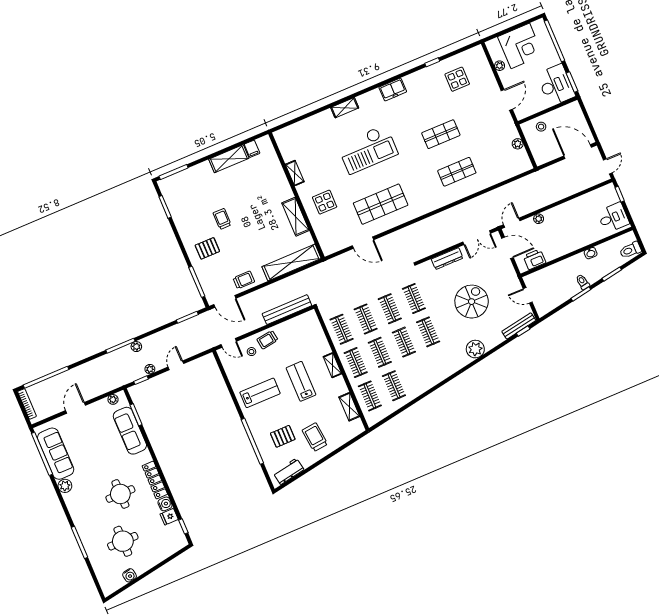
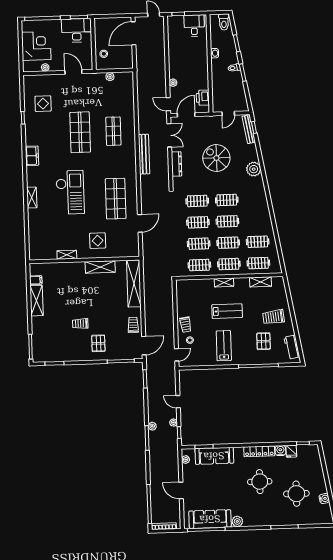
shop shelf: (441, 134) -> (80, 132), width x1.43, depth x1.36
bench: (287, 310) -> (144, 154), moved
lab bench: (301, 381) -> (227, 311), turned 180

